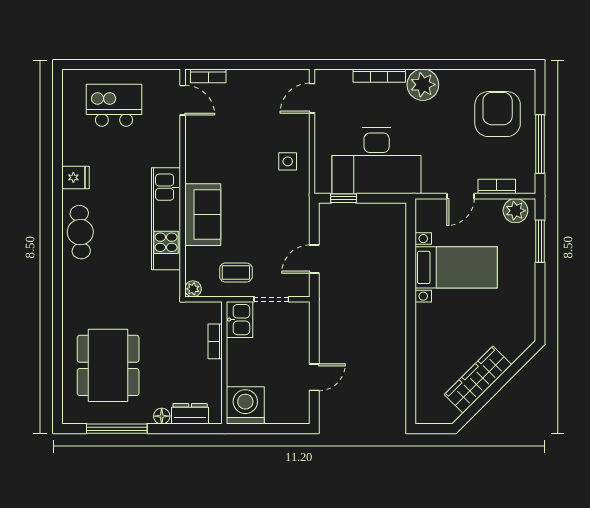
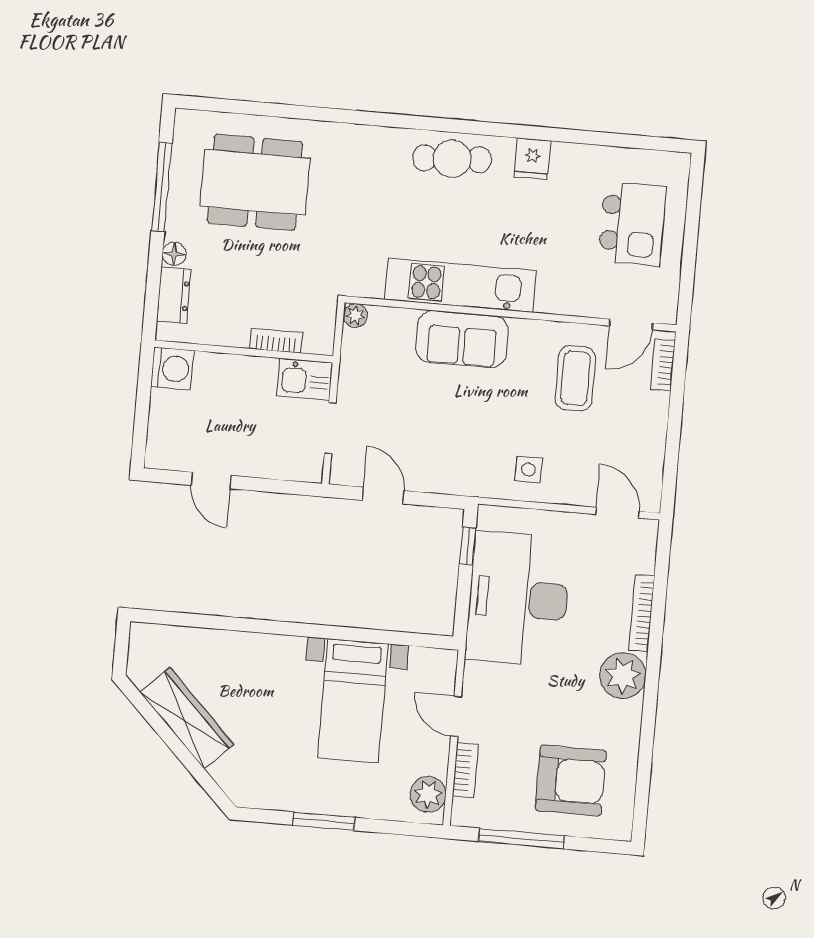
window: (540, 241) -> (324, 821), moved
coffee table: (236, 273) -> (575, 378), moved, width x1.36, depth x1.30
washing machine: (245, 405) -> (172, 369), width x0.73, depth x0.73

